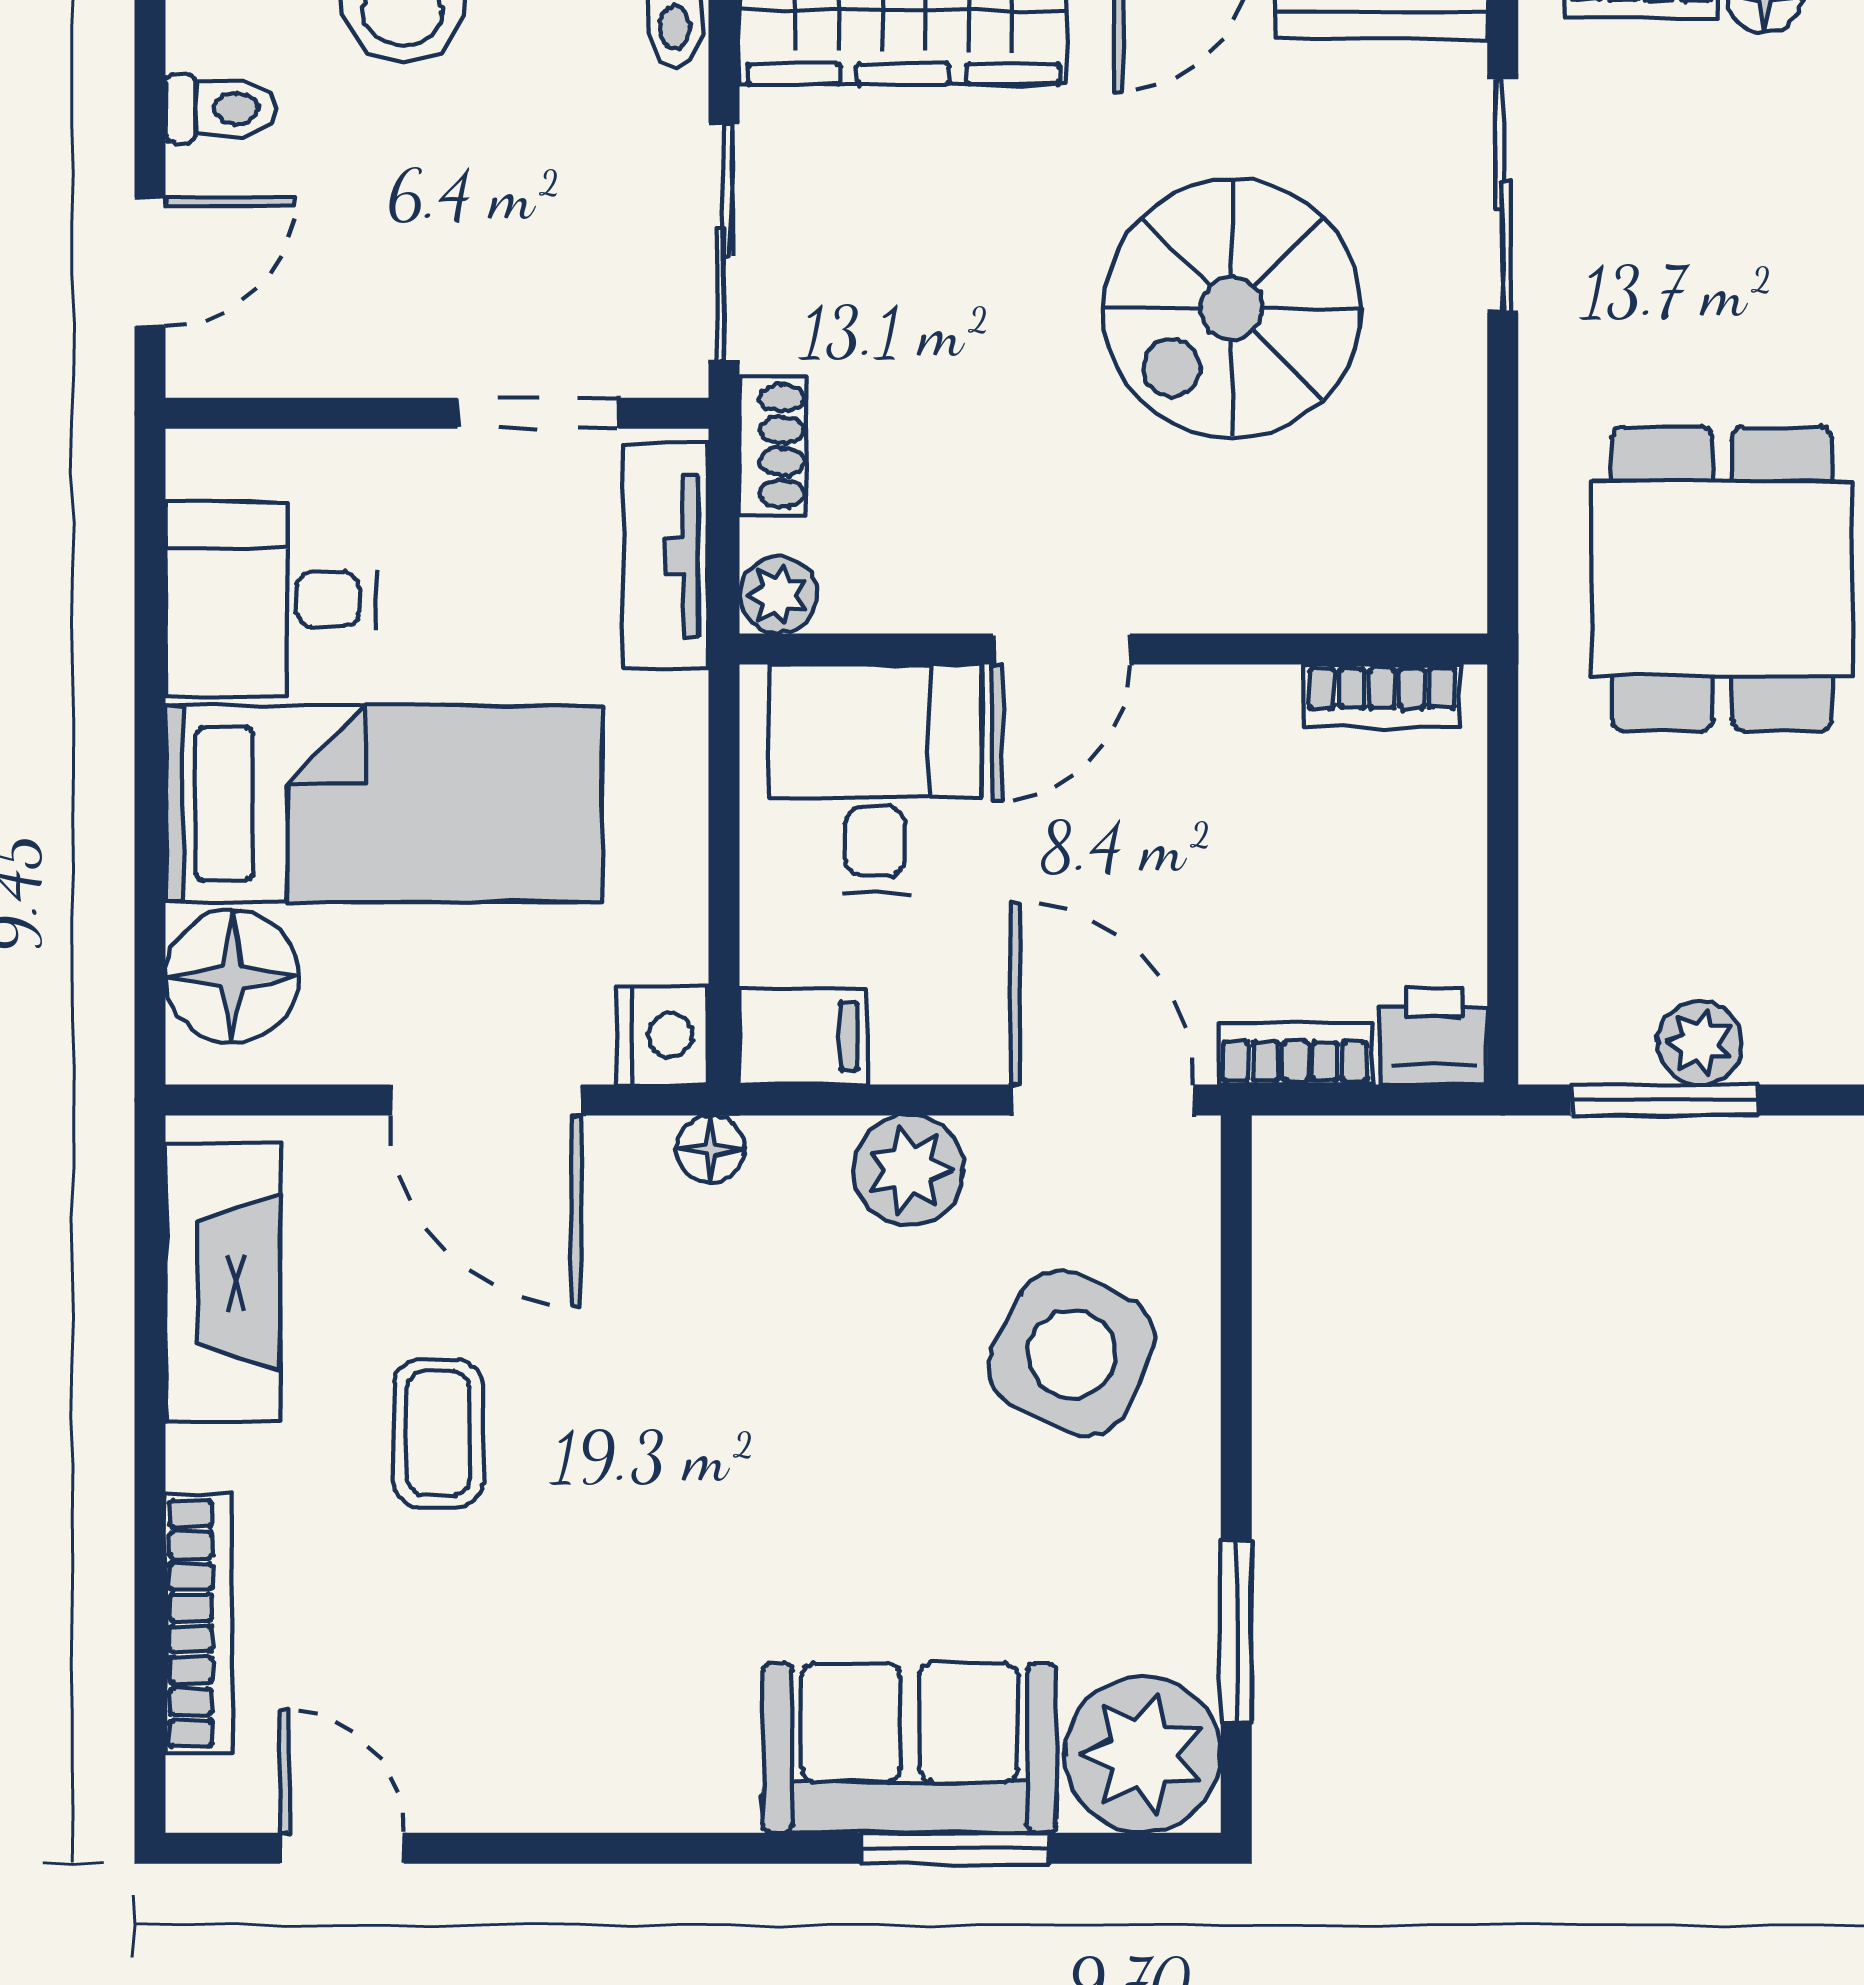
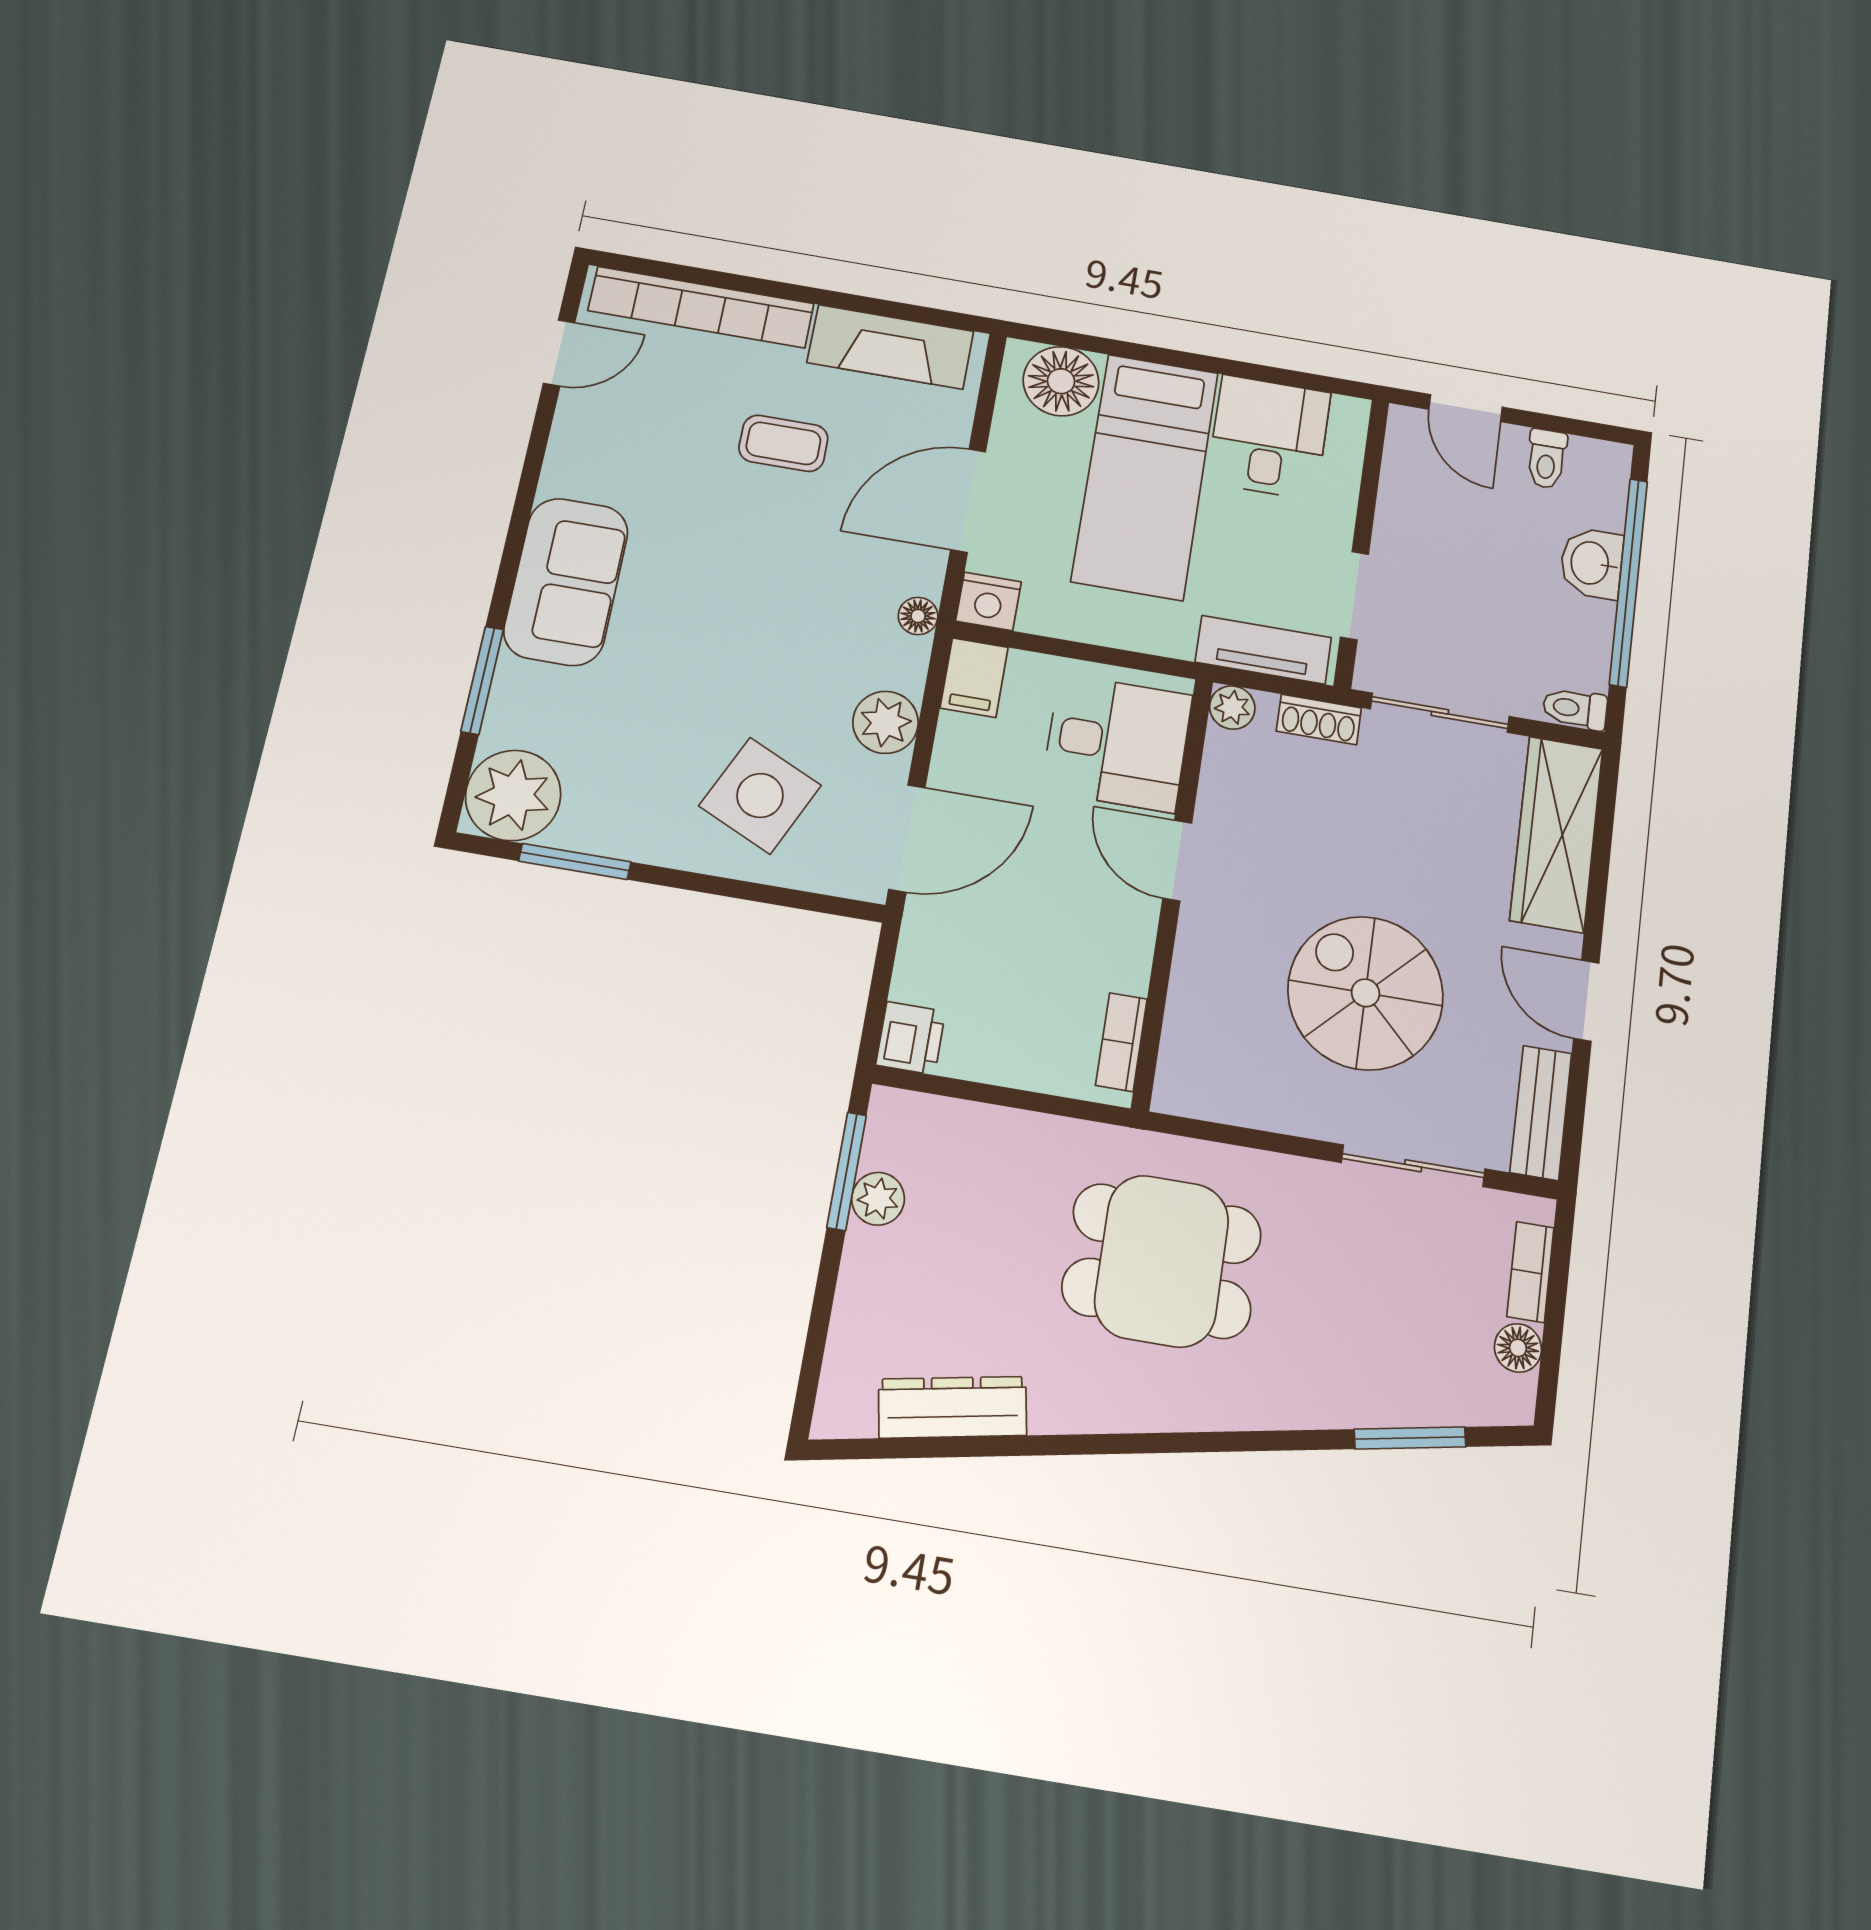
bookcase: (1295, 1054) -> (914, 954), removed
bookcase: (199, 1623) -> (701, 307), width x1.48, depth x1.31
sofa: (910, 1748) -> (566, 582), moved

